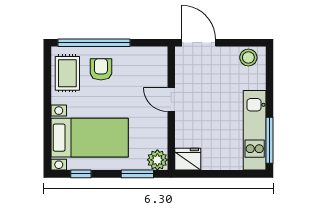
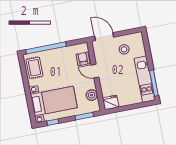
stool: (248, 57) -> (124, 49), moved
armchair: (101, 69) -> (83, 59), moved
plant: (157, 160) -> (92, 95), moved

